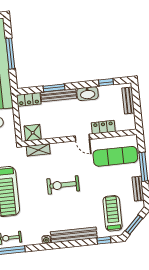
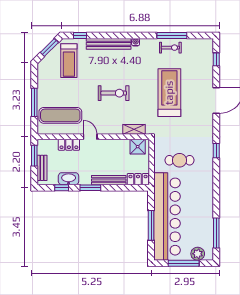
window: (54, 88) -> (90, 188), moved
washbasin: (88, 94) -> (69, 179), moved
window: (138, 112) -> (34, 156), added
bench: (138, 189) -> (42, 82), removed

